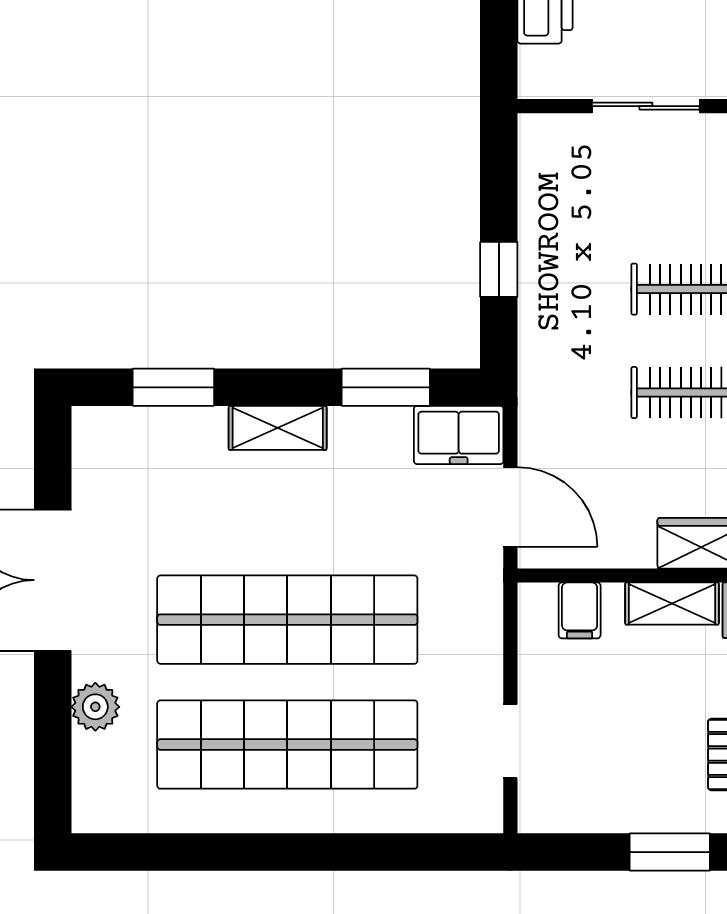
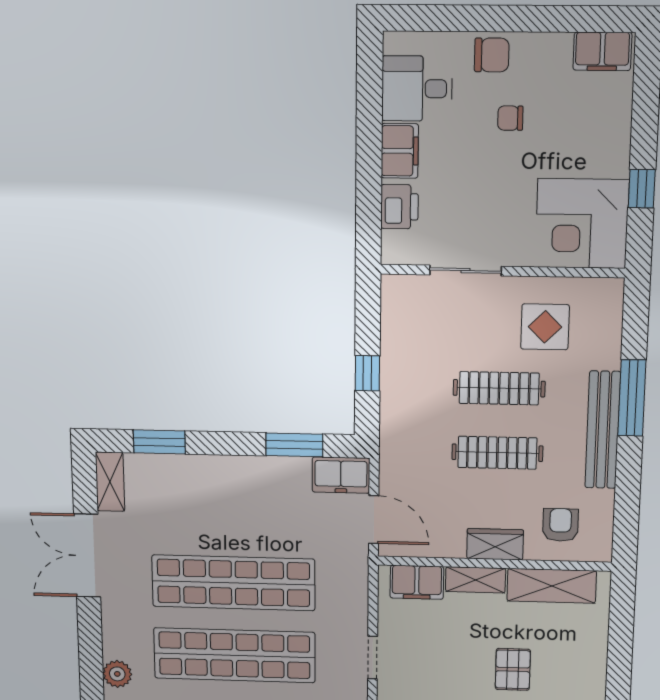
shelving: (278, 428) -> (110, 482), moved, turned 90
filing cabinet: (580, 610) -> (417, 582), width x2.00
plant: (95, 707) -> (117, 674), moved

